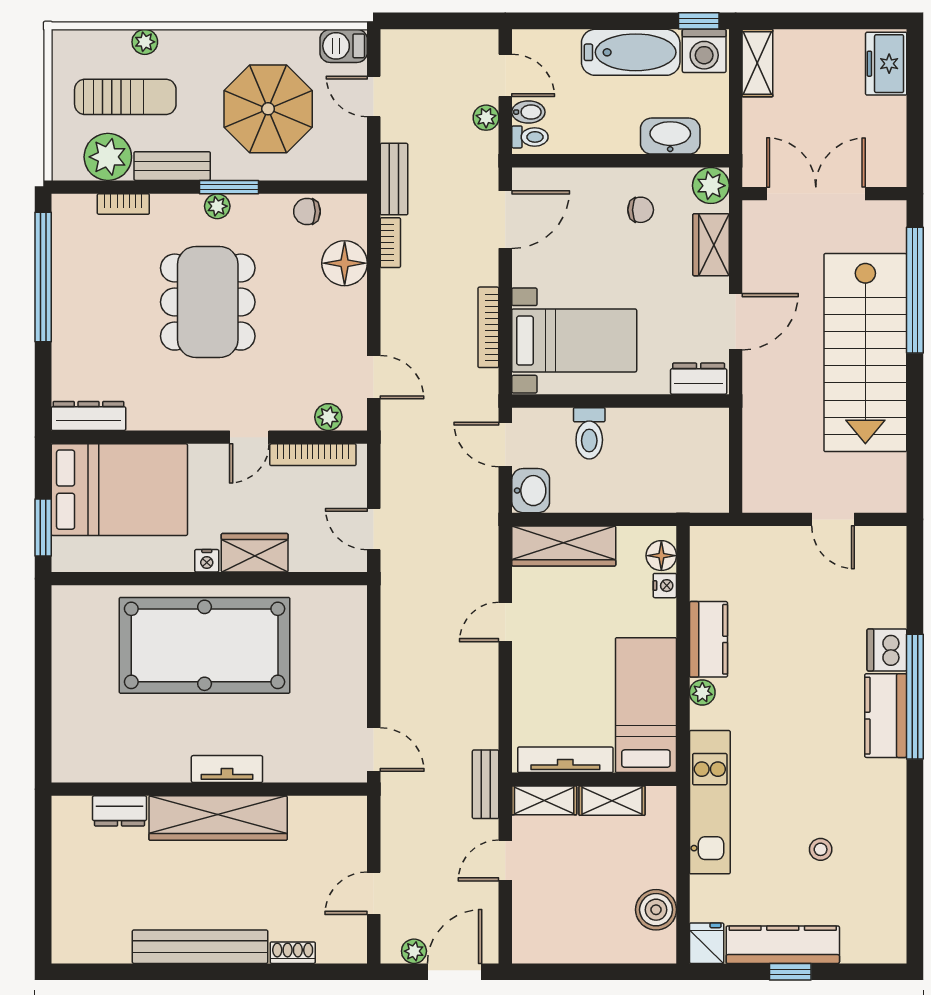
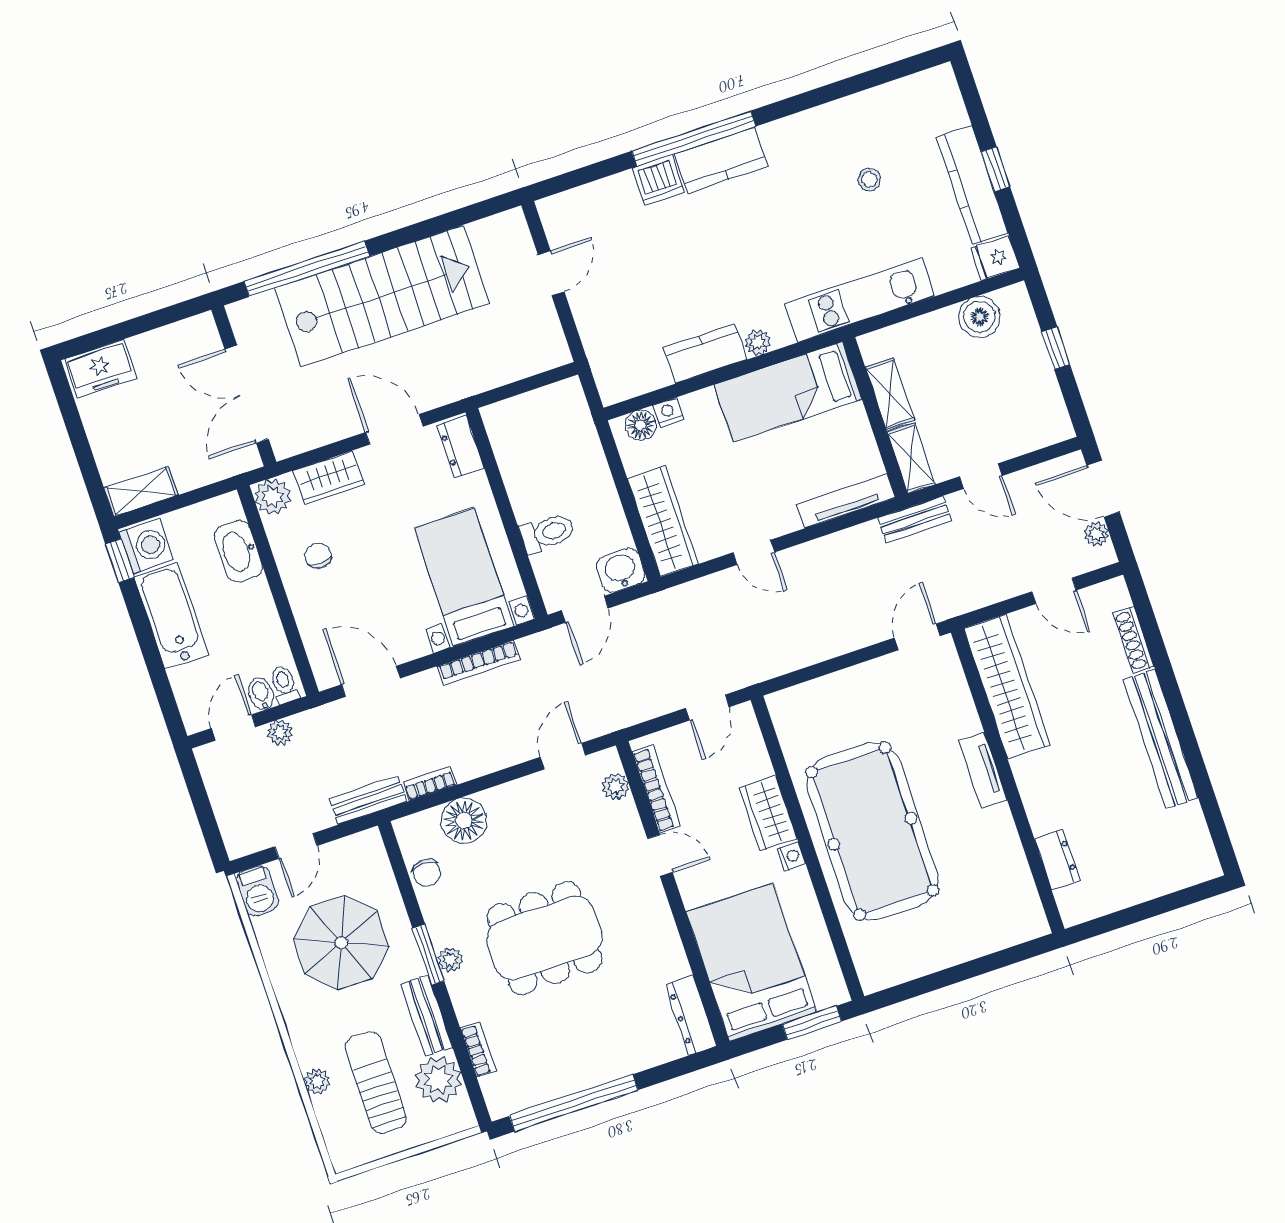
tv unit: (565, 760) -> (846, 501), moved, turned 90
wardrobe: (218, 818) -> (1007, 687), moved
shoe rack: (293, 953) -> (1134, 640), width x1.43
window: (602, 972) -> (1056, 348), added

